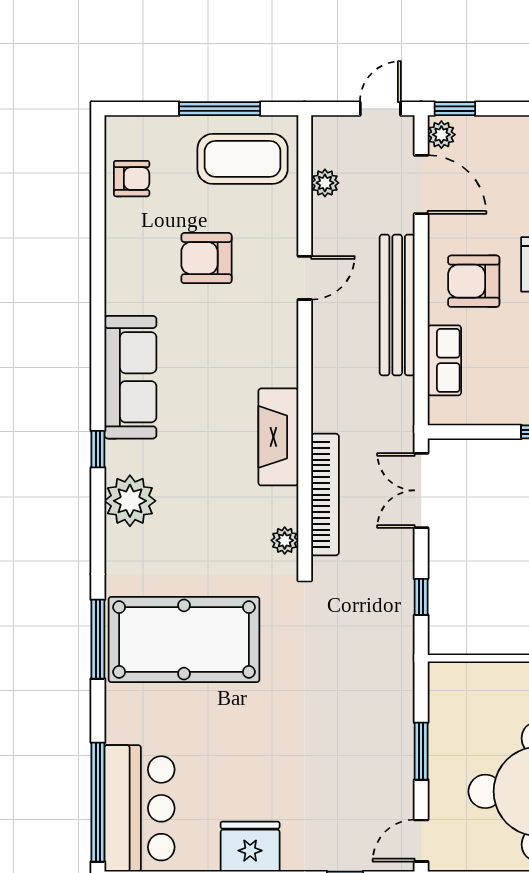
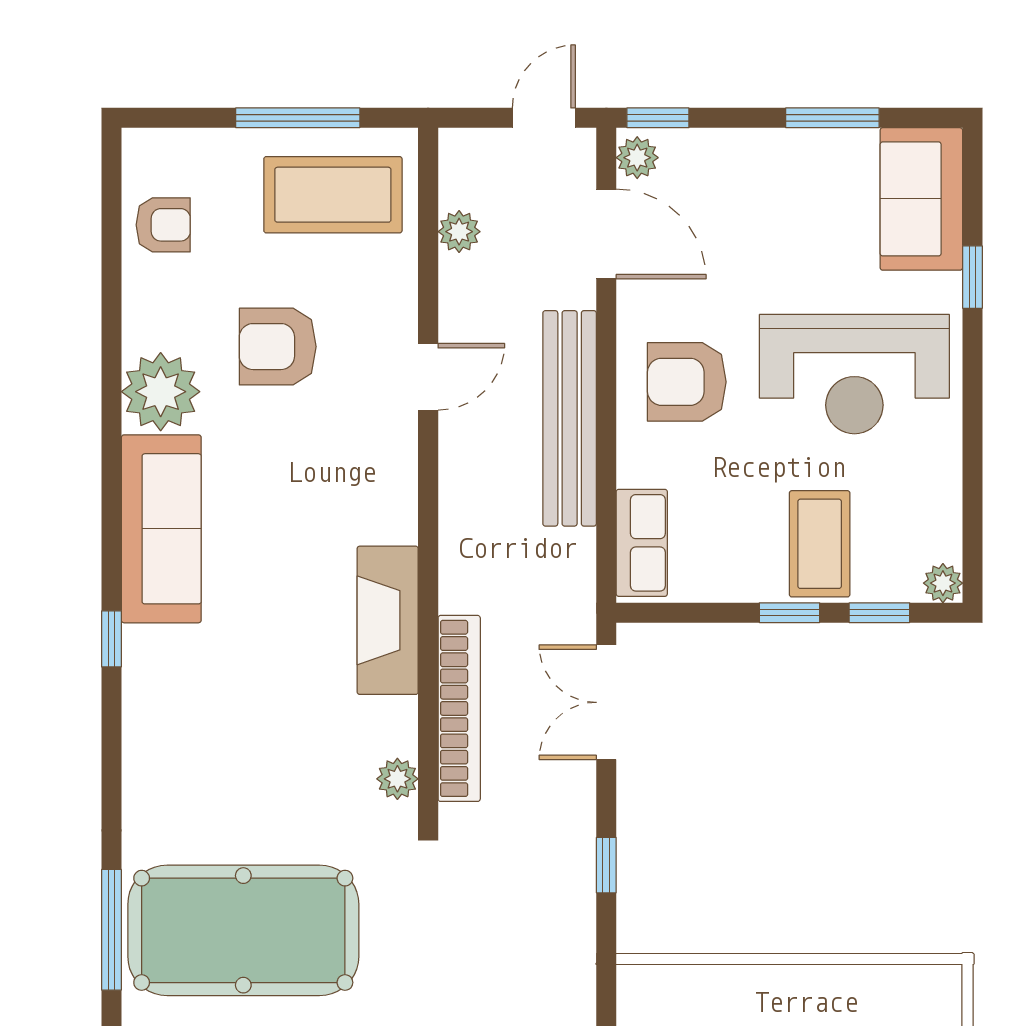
row of seats: (444, 360) -> (642, 543), moved
plant: (130, 501) -> (161, 392), moved

